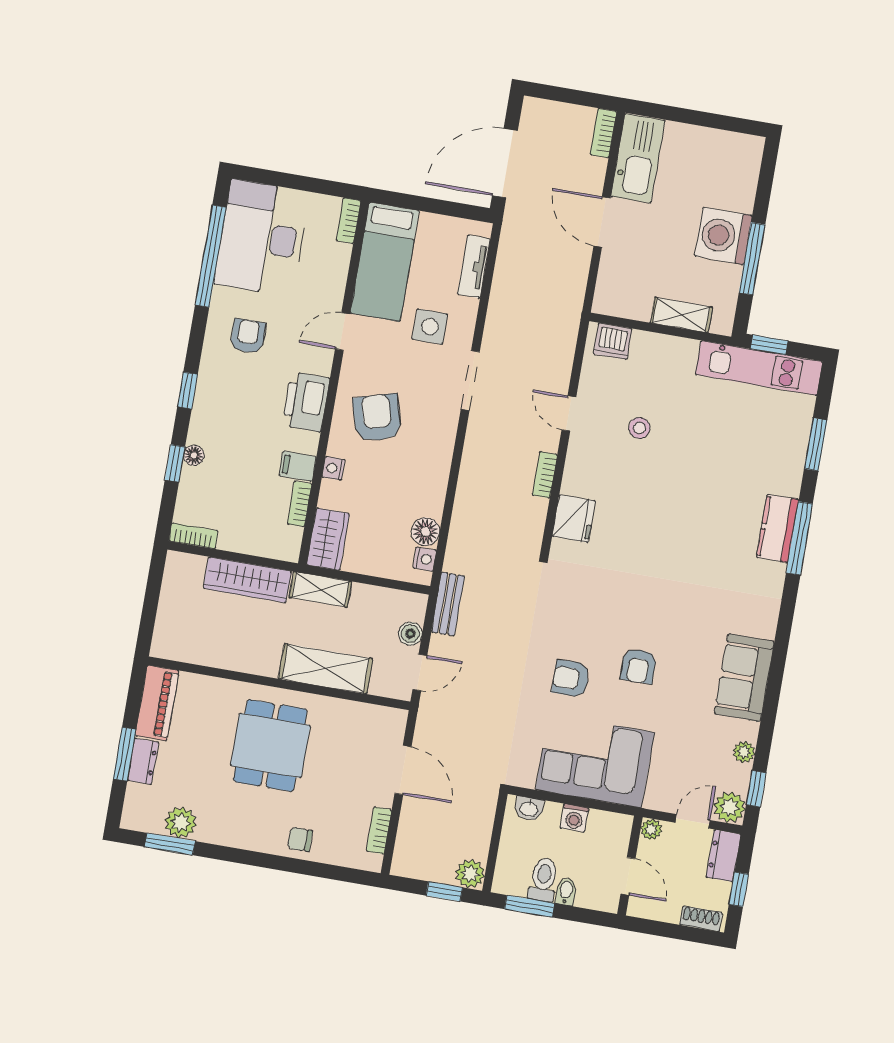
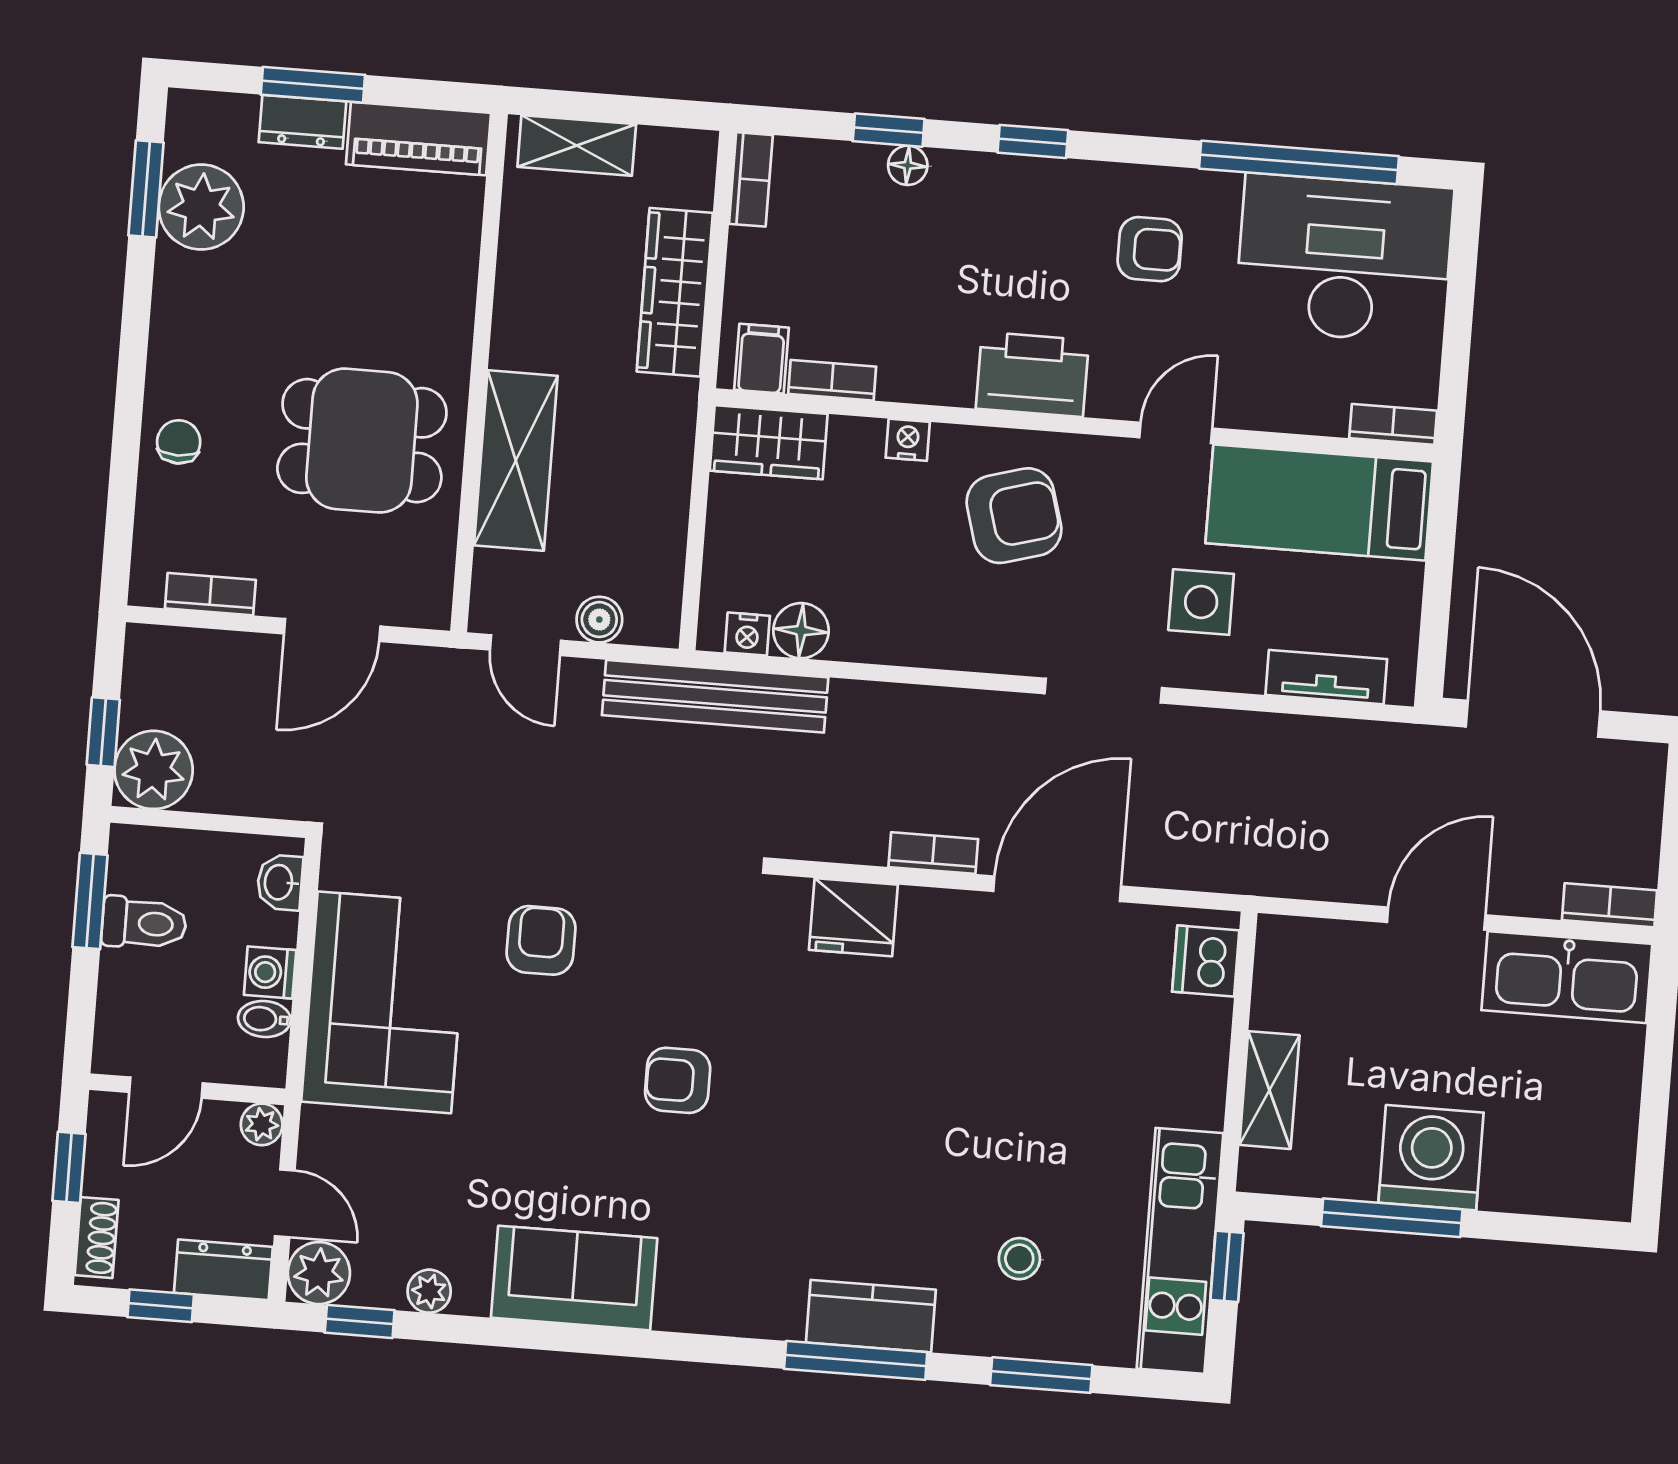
door: (343, 332) -> (1176, 433), hinge flipped
door: (569, 413) -> (1057, 889), width x1.87
stool: (639, 428) -> (1019, 1259), moved
filing cabinet: (298, 466) -> (761, 359), moved
shelving: (320, 589) -> (577, 145), moved, turned 90
bench: (448, 604) -> (715, 696), width x1.86, depth x1.21
armchair: (638, 666) -> (678, 1080), moved
dining table: (270, 746) -> (362, 441), moved
plant: (181, 823) -> (201, 207), width x1.36, depth x1.36
plant: (470, 874) -> (154, 770), width x1.36, depth x1.36
bidet: (566, 892) -> (264, 1019), moved, turned 180
window: (664, 929) -> (69, 1167), added

